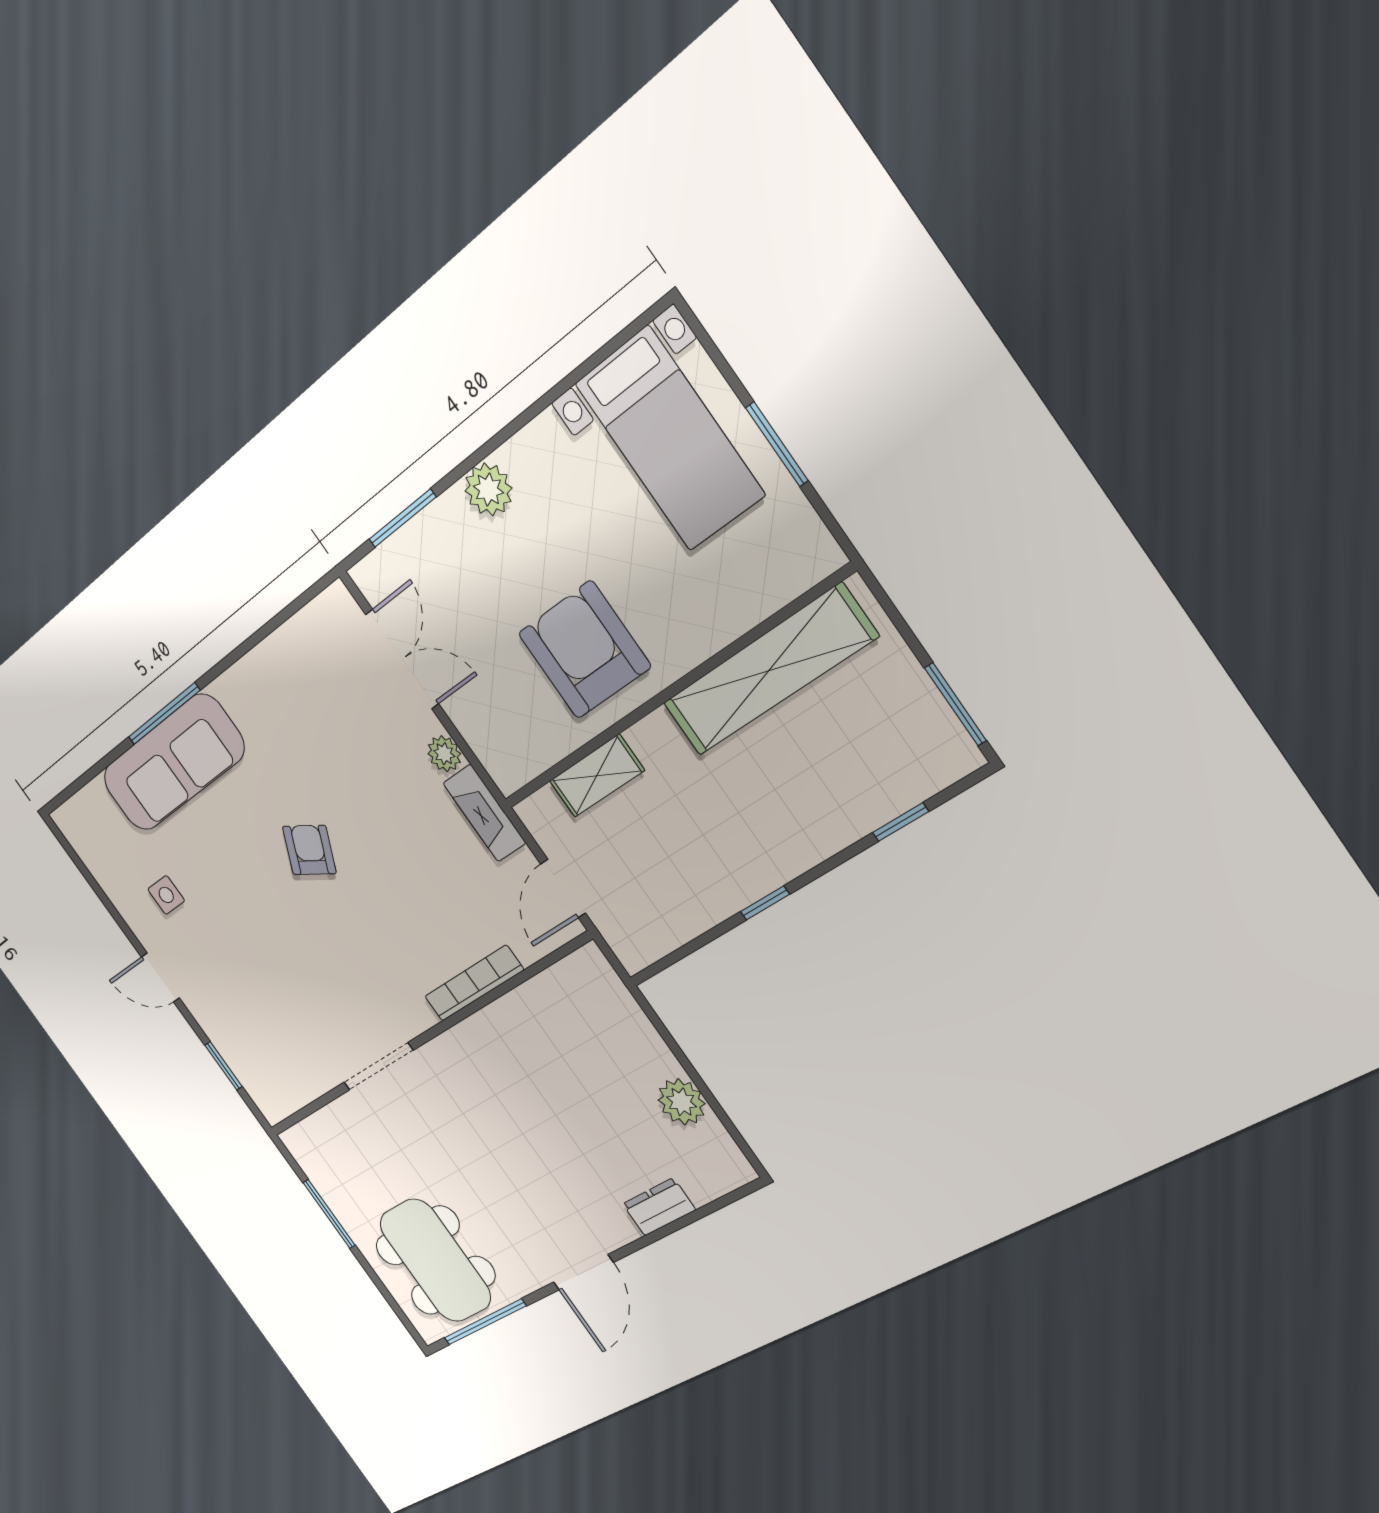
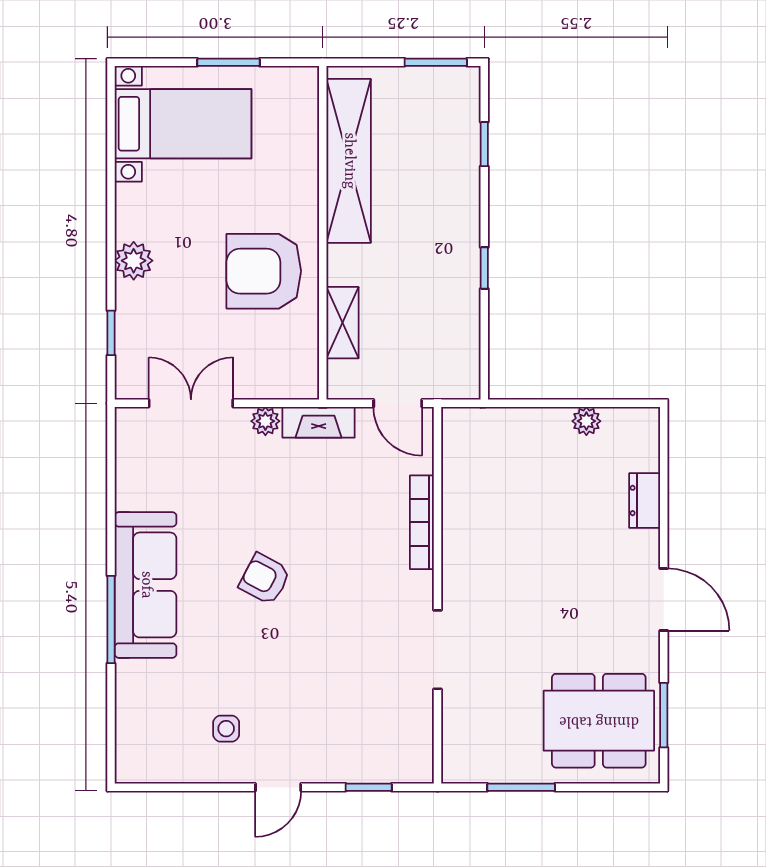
window: (402, 518) -> (111, 333), width x0.67
sofa: (173, 763) -> (146, 585), moved
plant: (682, 1102) -> (586, 421), width x0.73, depth x0.73
window: (485, 1322) -> (664, 715), width x0.69

